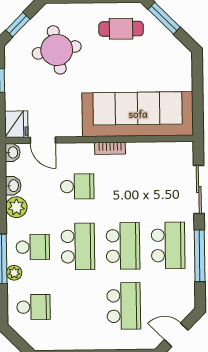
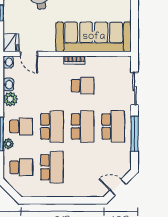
school desk: (77, 186) -> (83, 86), moved
school desk: (124, 306) -> (52, 167), moved

